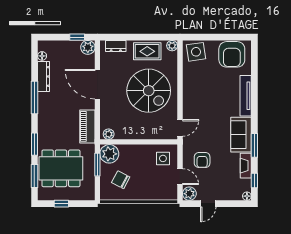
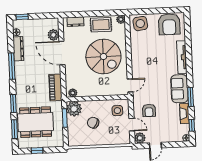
window: (77, 37) -> (22, 17), moved
plant: (88, 47) -> (53, 35), moved
chair: (121, 180) -> (93, 123), moved

